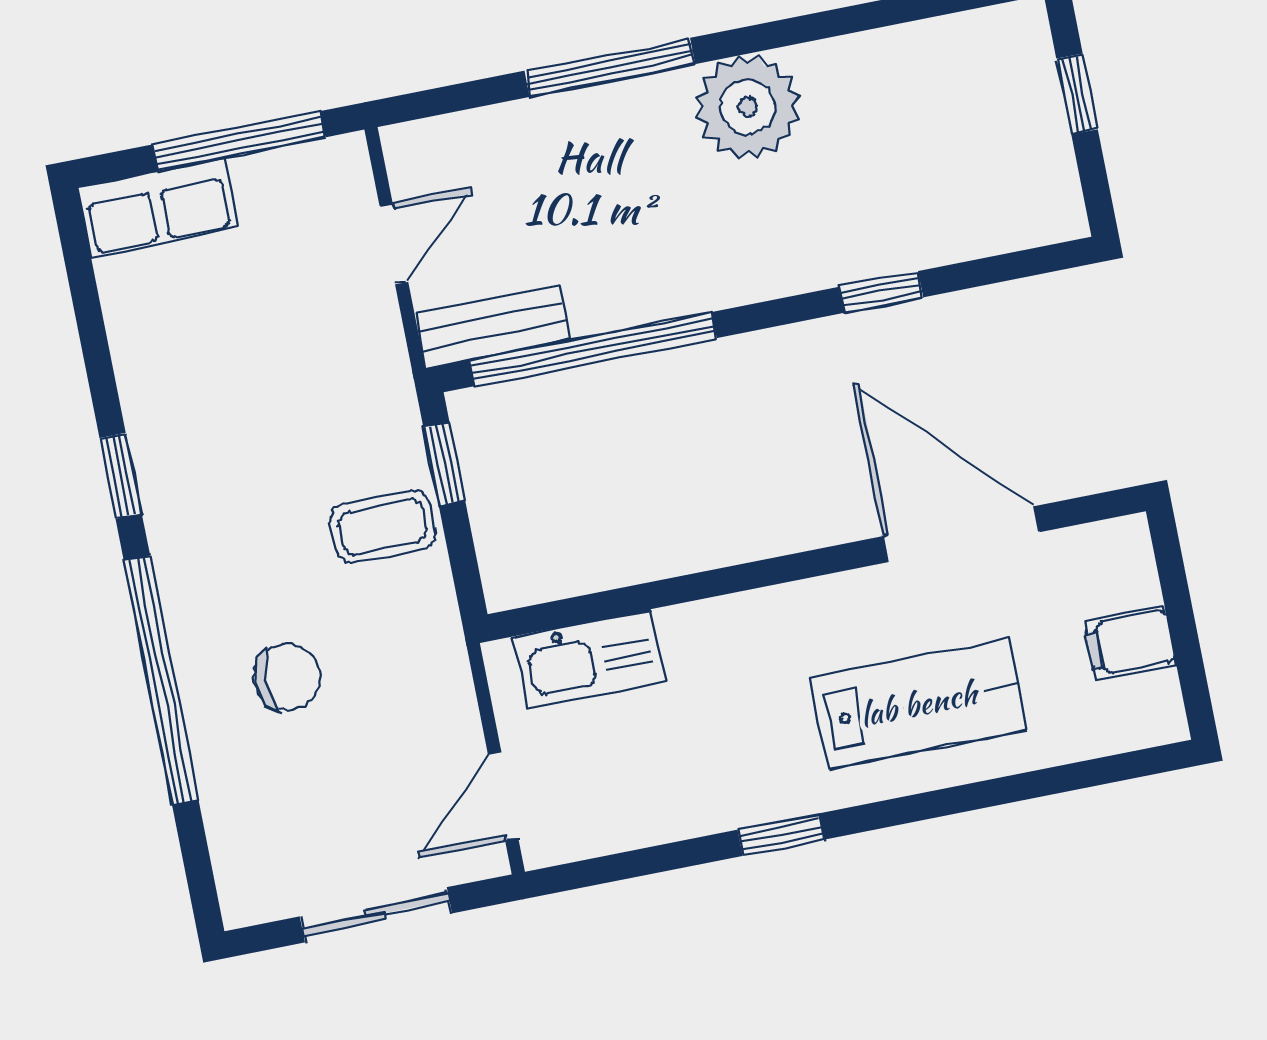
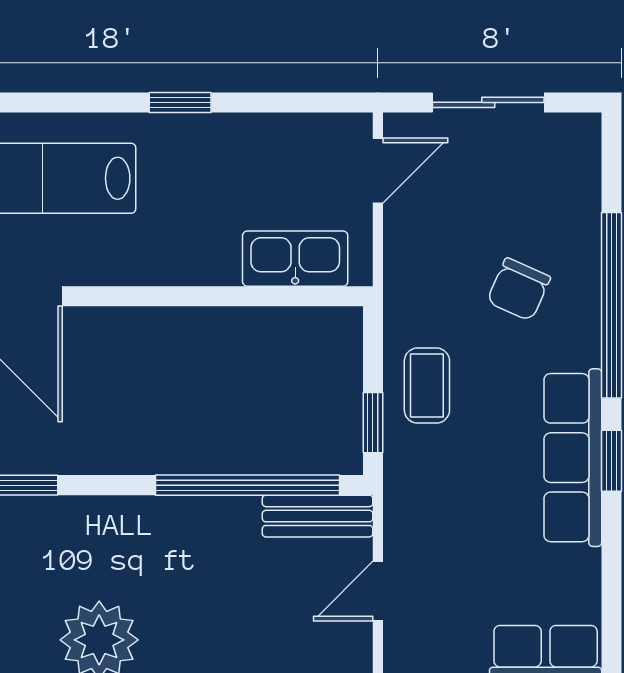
row of seats: (172, 470) -> (573, 458), added
coffee table: (383, 527) -> (427, 386), turned 90
chair: (287, 677) -> (519, 289), turned -66

